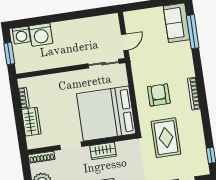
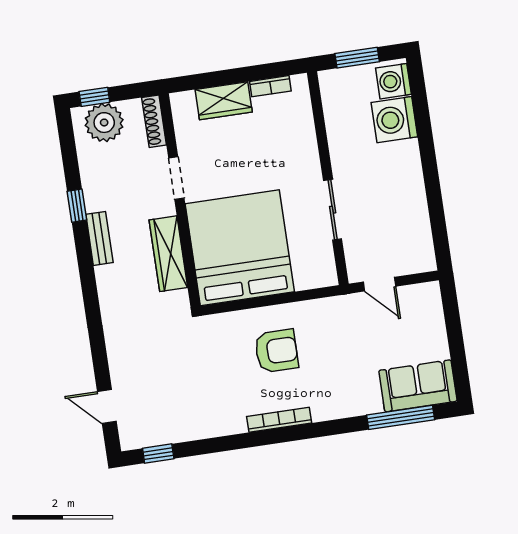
sliding door: (104, 64) -> (333, 210), moved
rug: (166, 138) -> (193, 365), removed
wardrobe: (103, 151) -> (168, 254), width x1.50

